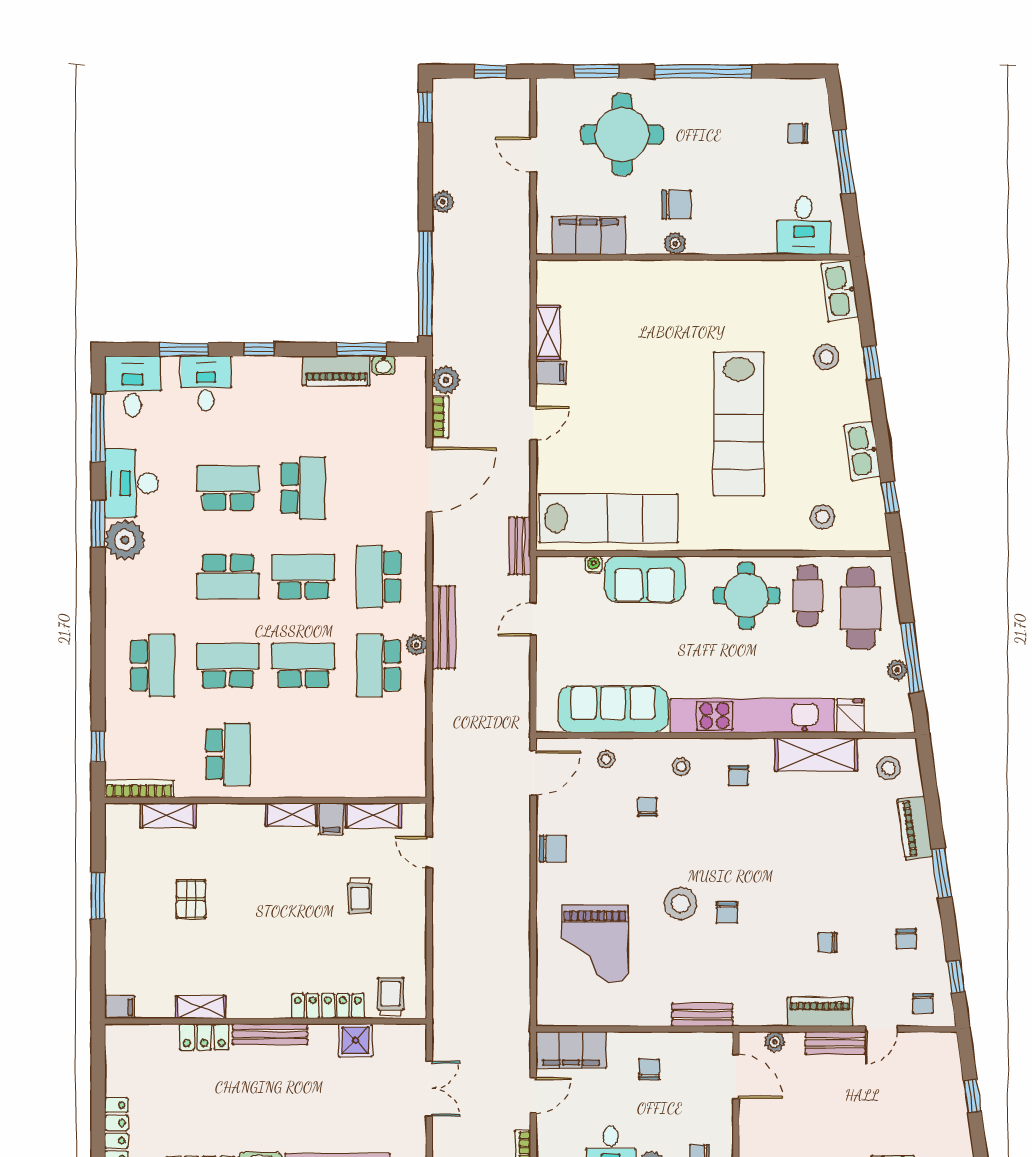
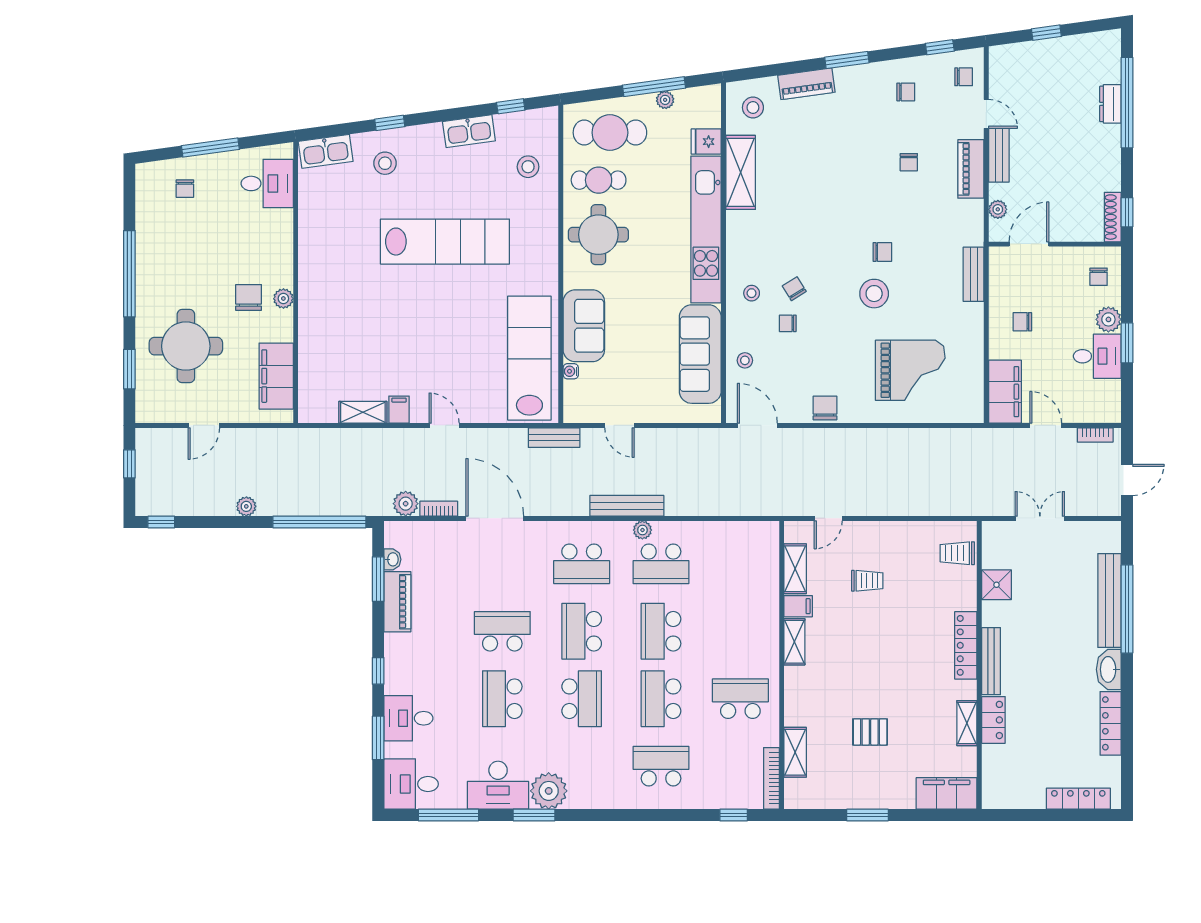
chair: (738, 775) -> (794, 289), moved, turned -122
locker: (328, 1006) -> (966, 645), moved
filing cabinet: (120, 1007) -> (947, 793), width x3.00, depth x1.17

